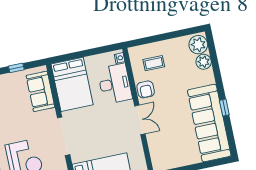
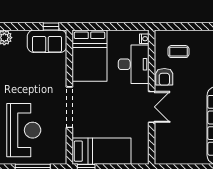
window: (16, 68) -> (51, 26), moved
sofa: (40, 91) -> (47, 41), moved, turned -90

